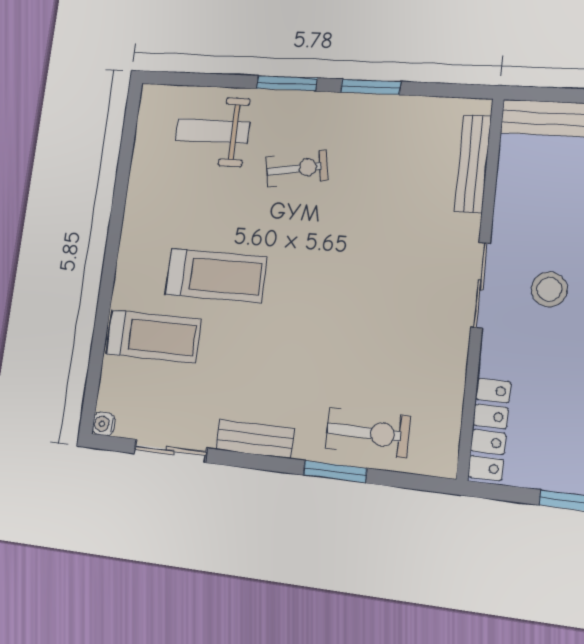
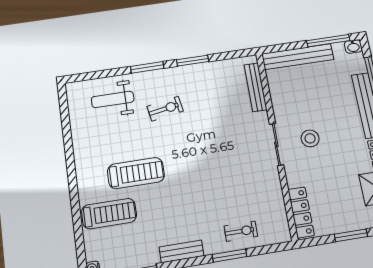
exercise bike: (368, 433) -> (241, 231), width x0.73, depth x0.72

